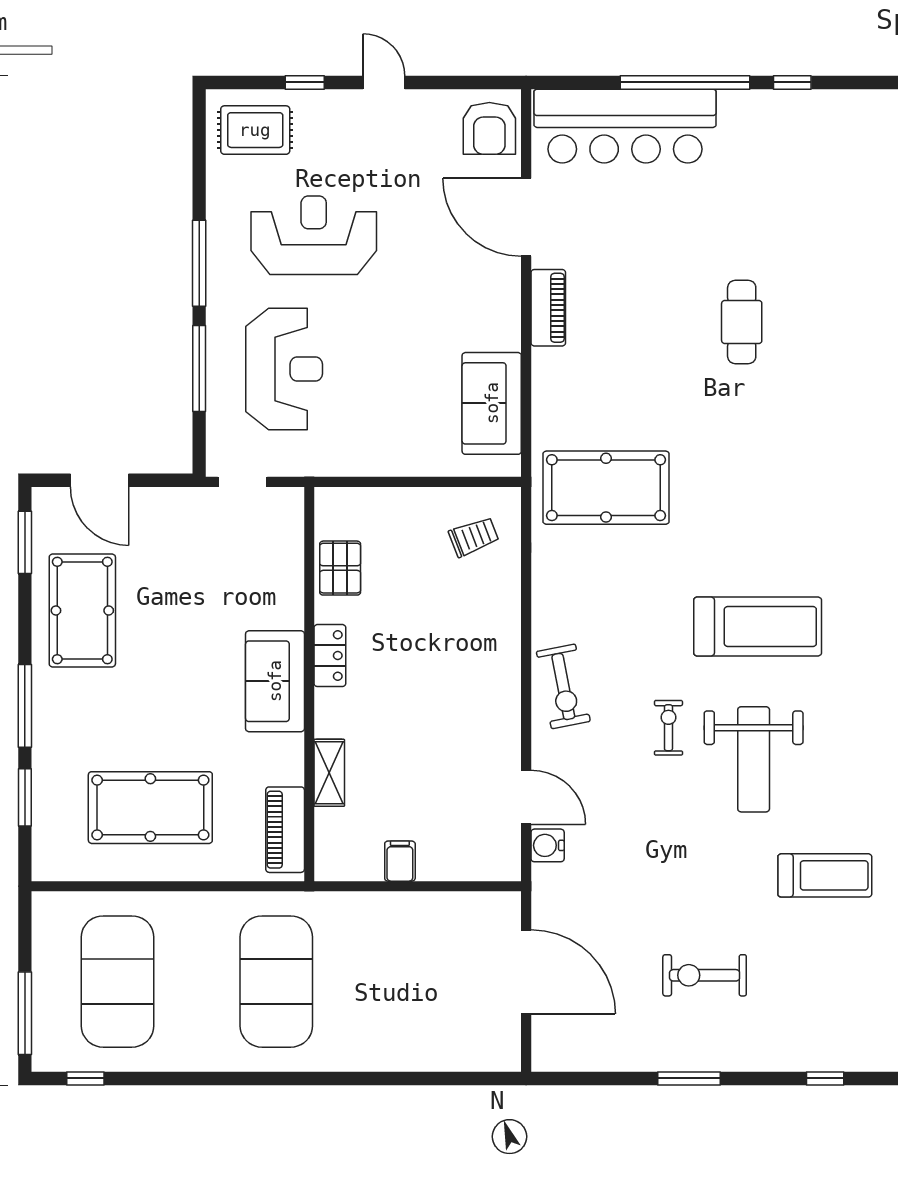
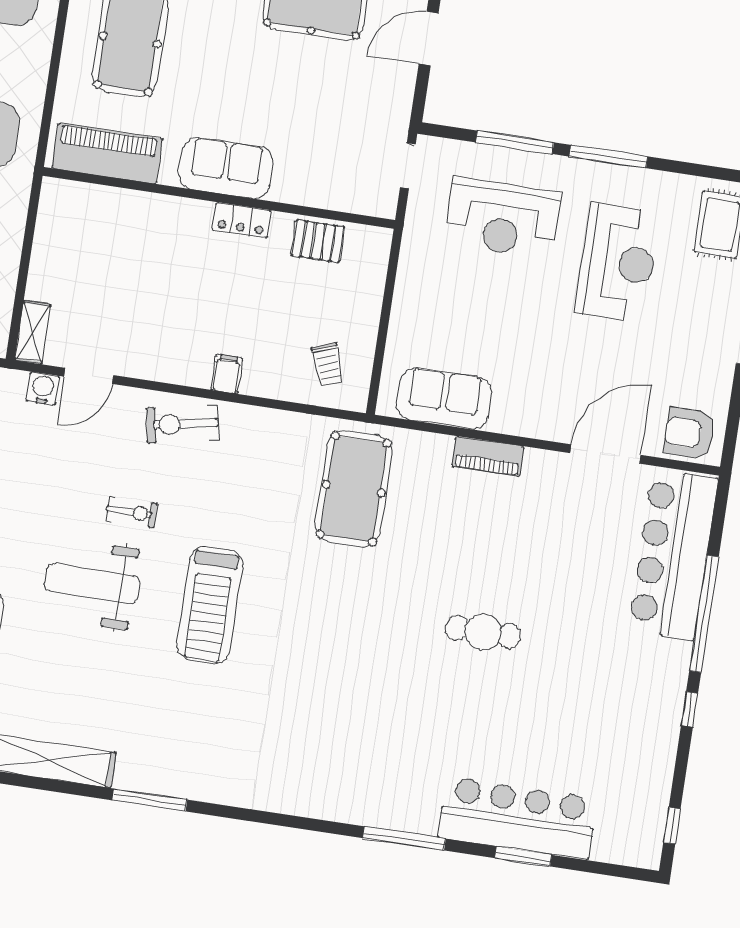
piano: (548, 308) -> (488, 456), moved
shelving: (329, 773) -> (33, 332), moved, turned 90
piano: (285, 830) -> (107, 153), width x1.37, depth x1.33
filing cabinet: (400, 861) -> (227, 374), moved, turned -90

